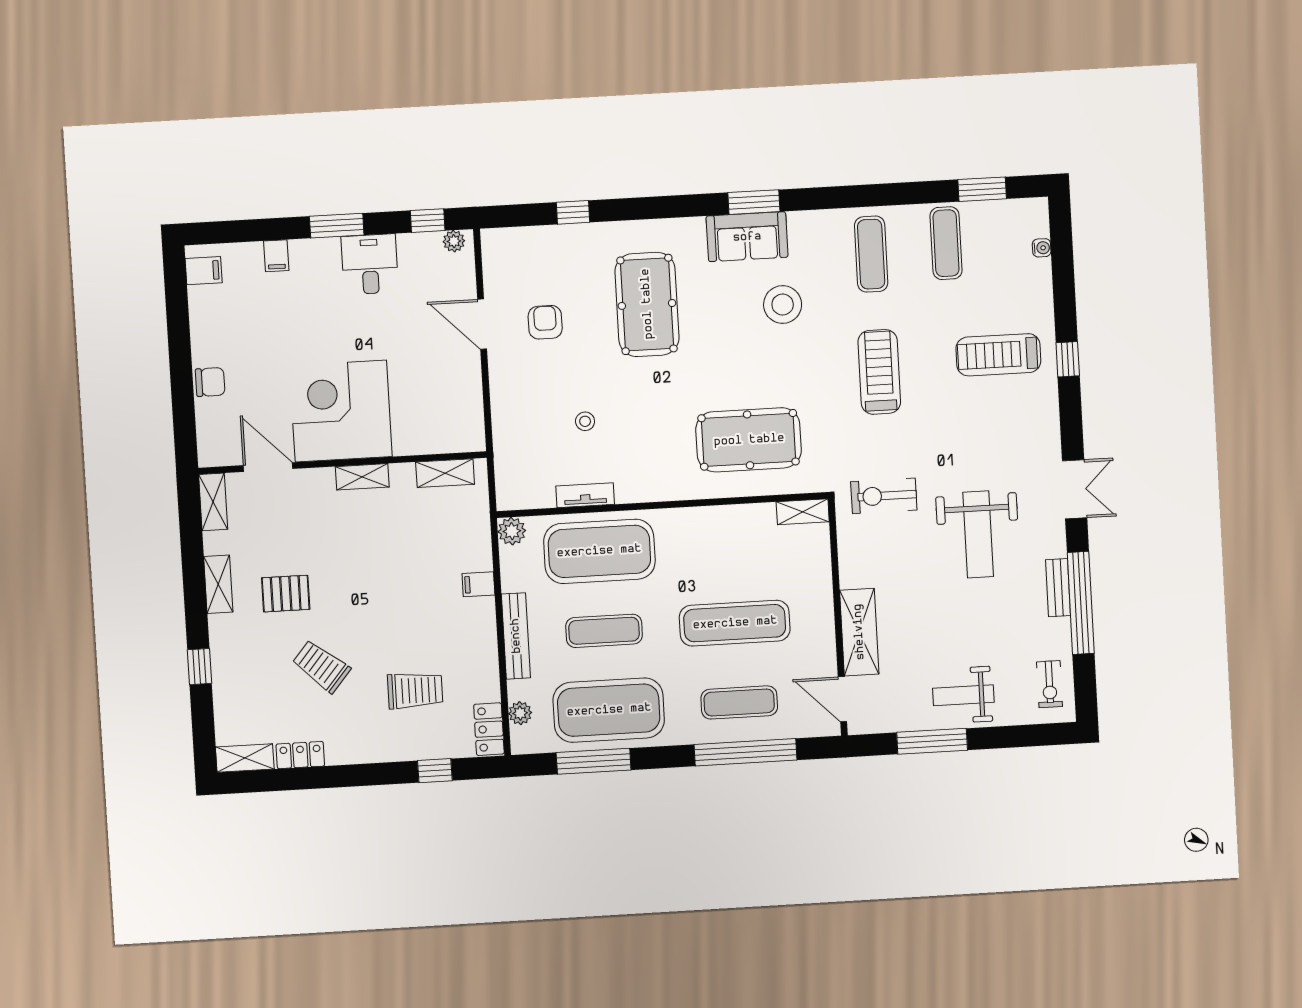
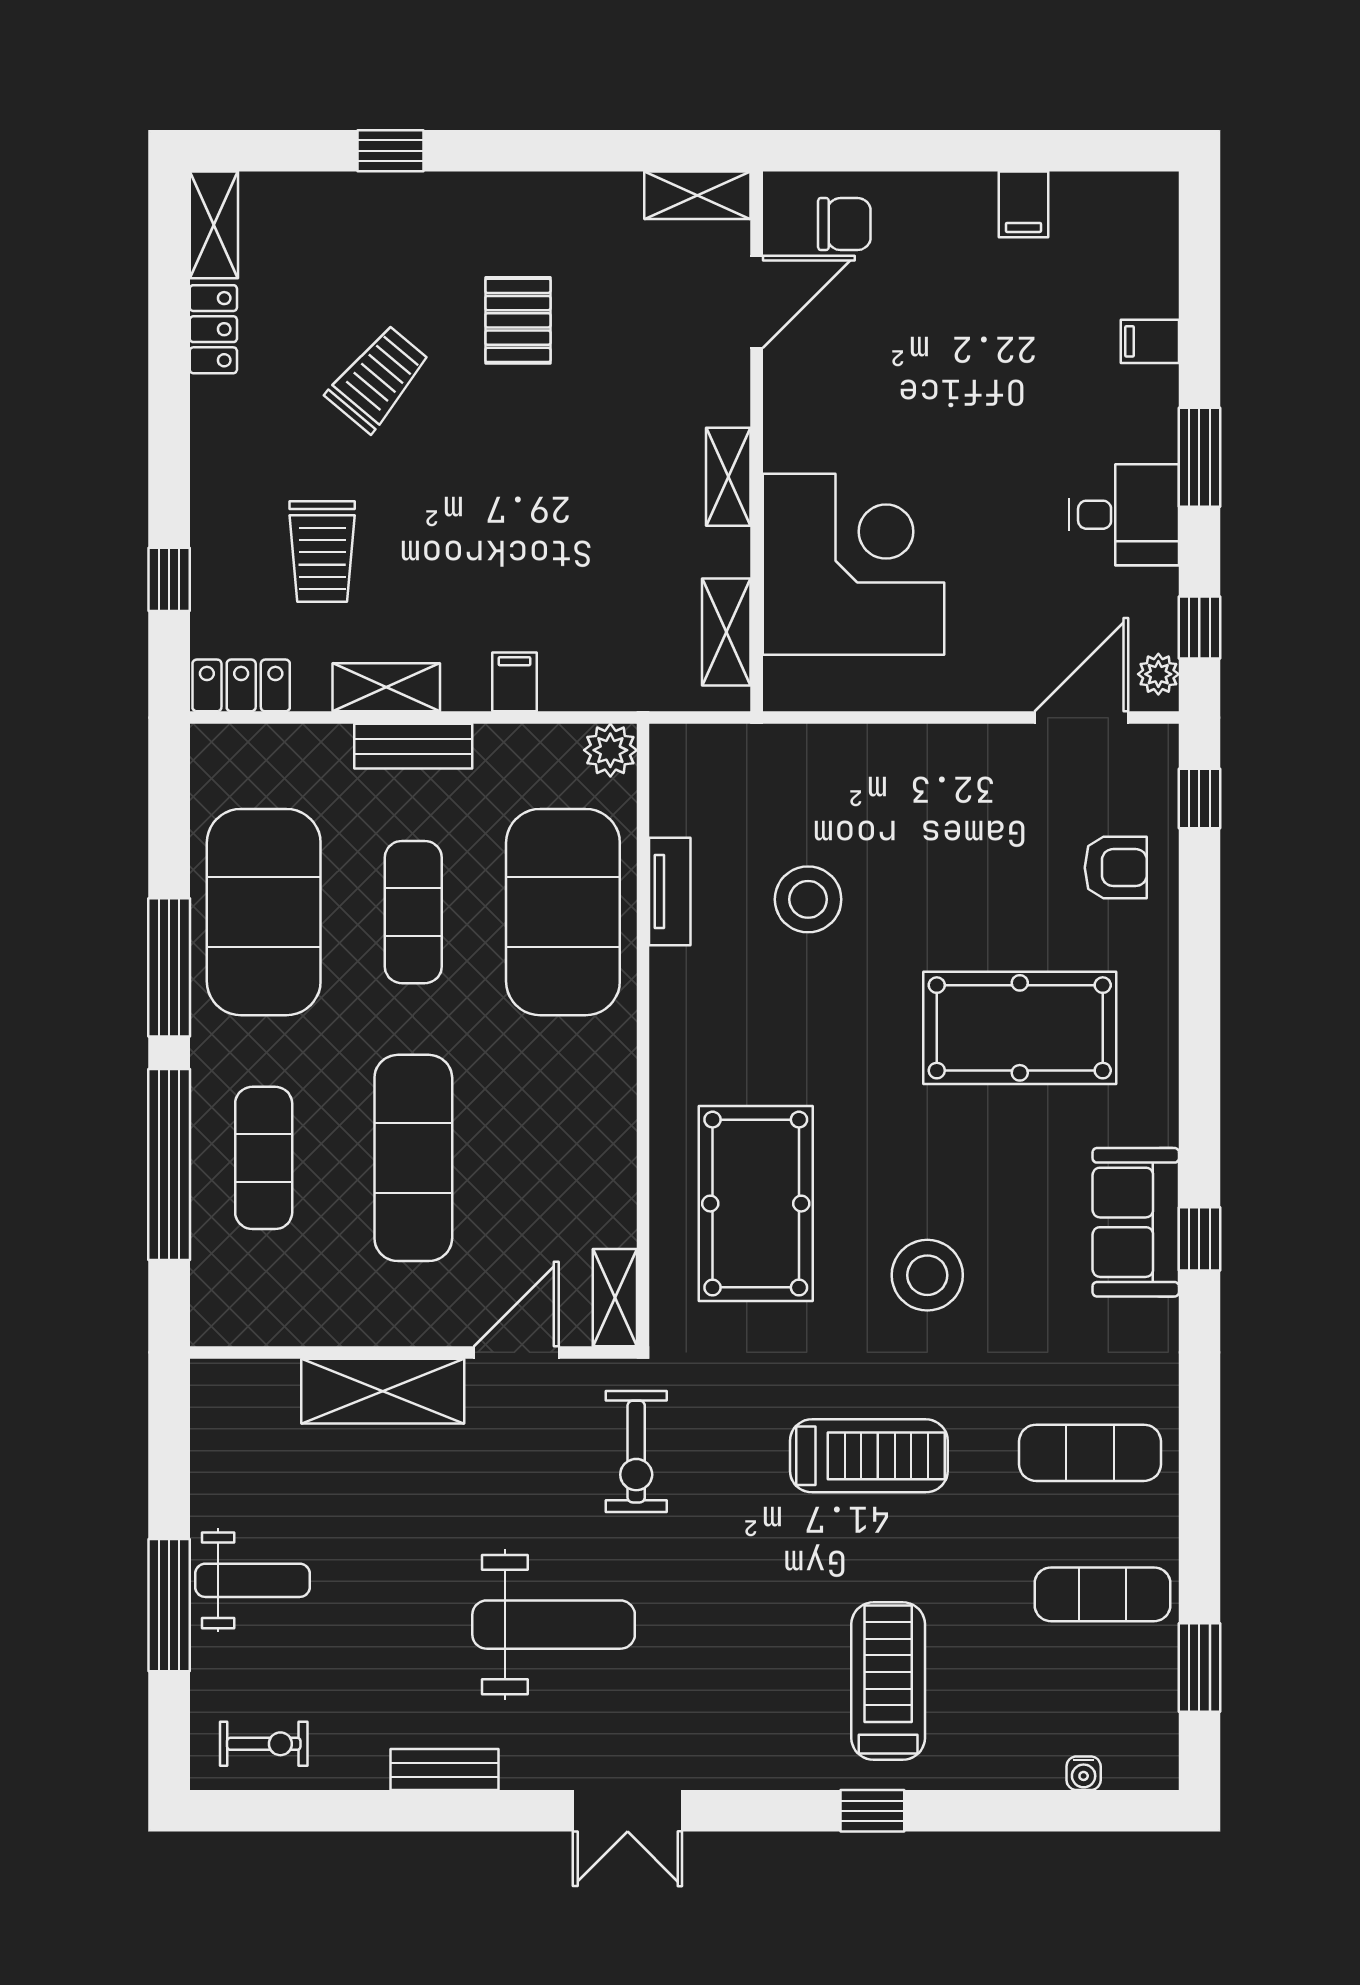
window: (754, 202) -> (1199, 1239), width x0.67
window: (573, 212) -> (1199, 798), moved
filing cabinet: (204, 271) -> (1023, 204), moved
stool: (783, 305) -> (927, 1275), moved
armchair: (545, 322) -> (1116, 868), moved
door: (482, 324) -> (1081, 718), moved
chair: (210, 382) -> (844, 224), moved, turned -90
corner desk: (341, 411) -> (853, 564), moved
stool: (585, 421) -> (808, 899), width x1.89, depth x1.89
exercise bike: (884, 496) -> (636, 1452), turned 180
weight bench: (978, 534) -> (554, 1625), turned 180
shelving: (218, 584) -> (386, 687), moved
window: (1081, 603) -> (414, 1811), removed
bench: (516, 636) -> (413, 746), width x0.73
exercise bike: (1049, 684) -> (264, 1744), turned 180
weight bench: (963, 695) -> (253, 1580), turned 90
door: (842, 699) -> (516, 1352), moved
plant: (520, 713) -> (268, 746), removed
window: (932, 741) -> (169, 1605), moved
window: (594, 761) -> (169, 967), moved

